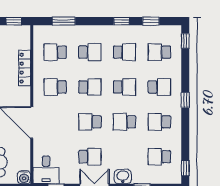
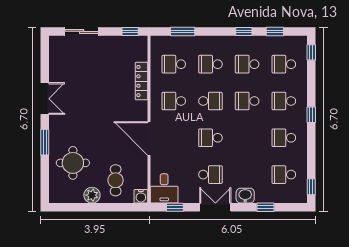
school desk: (90, 52) -> (210, 64), turned 180
school desk: (125, 52) -> (247, 64), turned 180
school desk: (125, 87) -> (247, 101), turned 180
school desk: (159, 87) -> (284, 101), turned 180
school desk: (125, 122) -> (247, 138), removed

